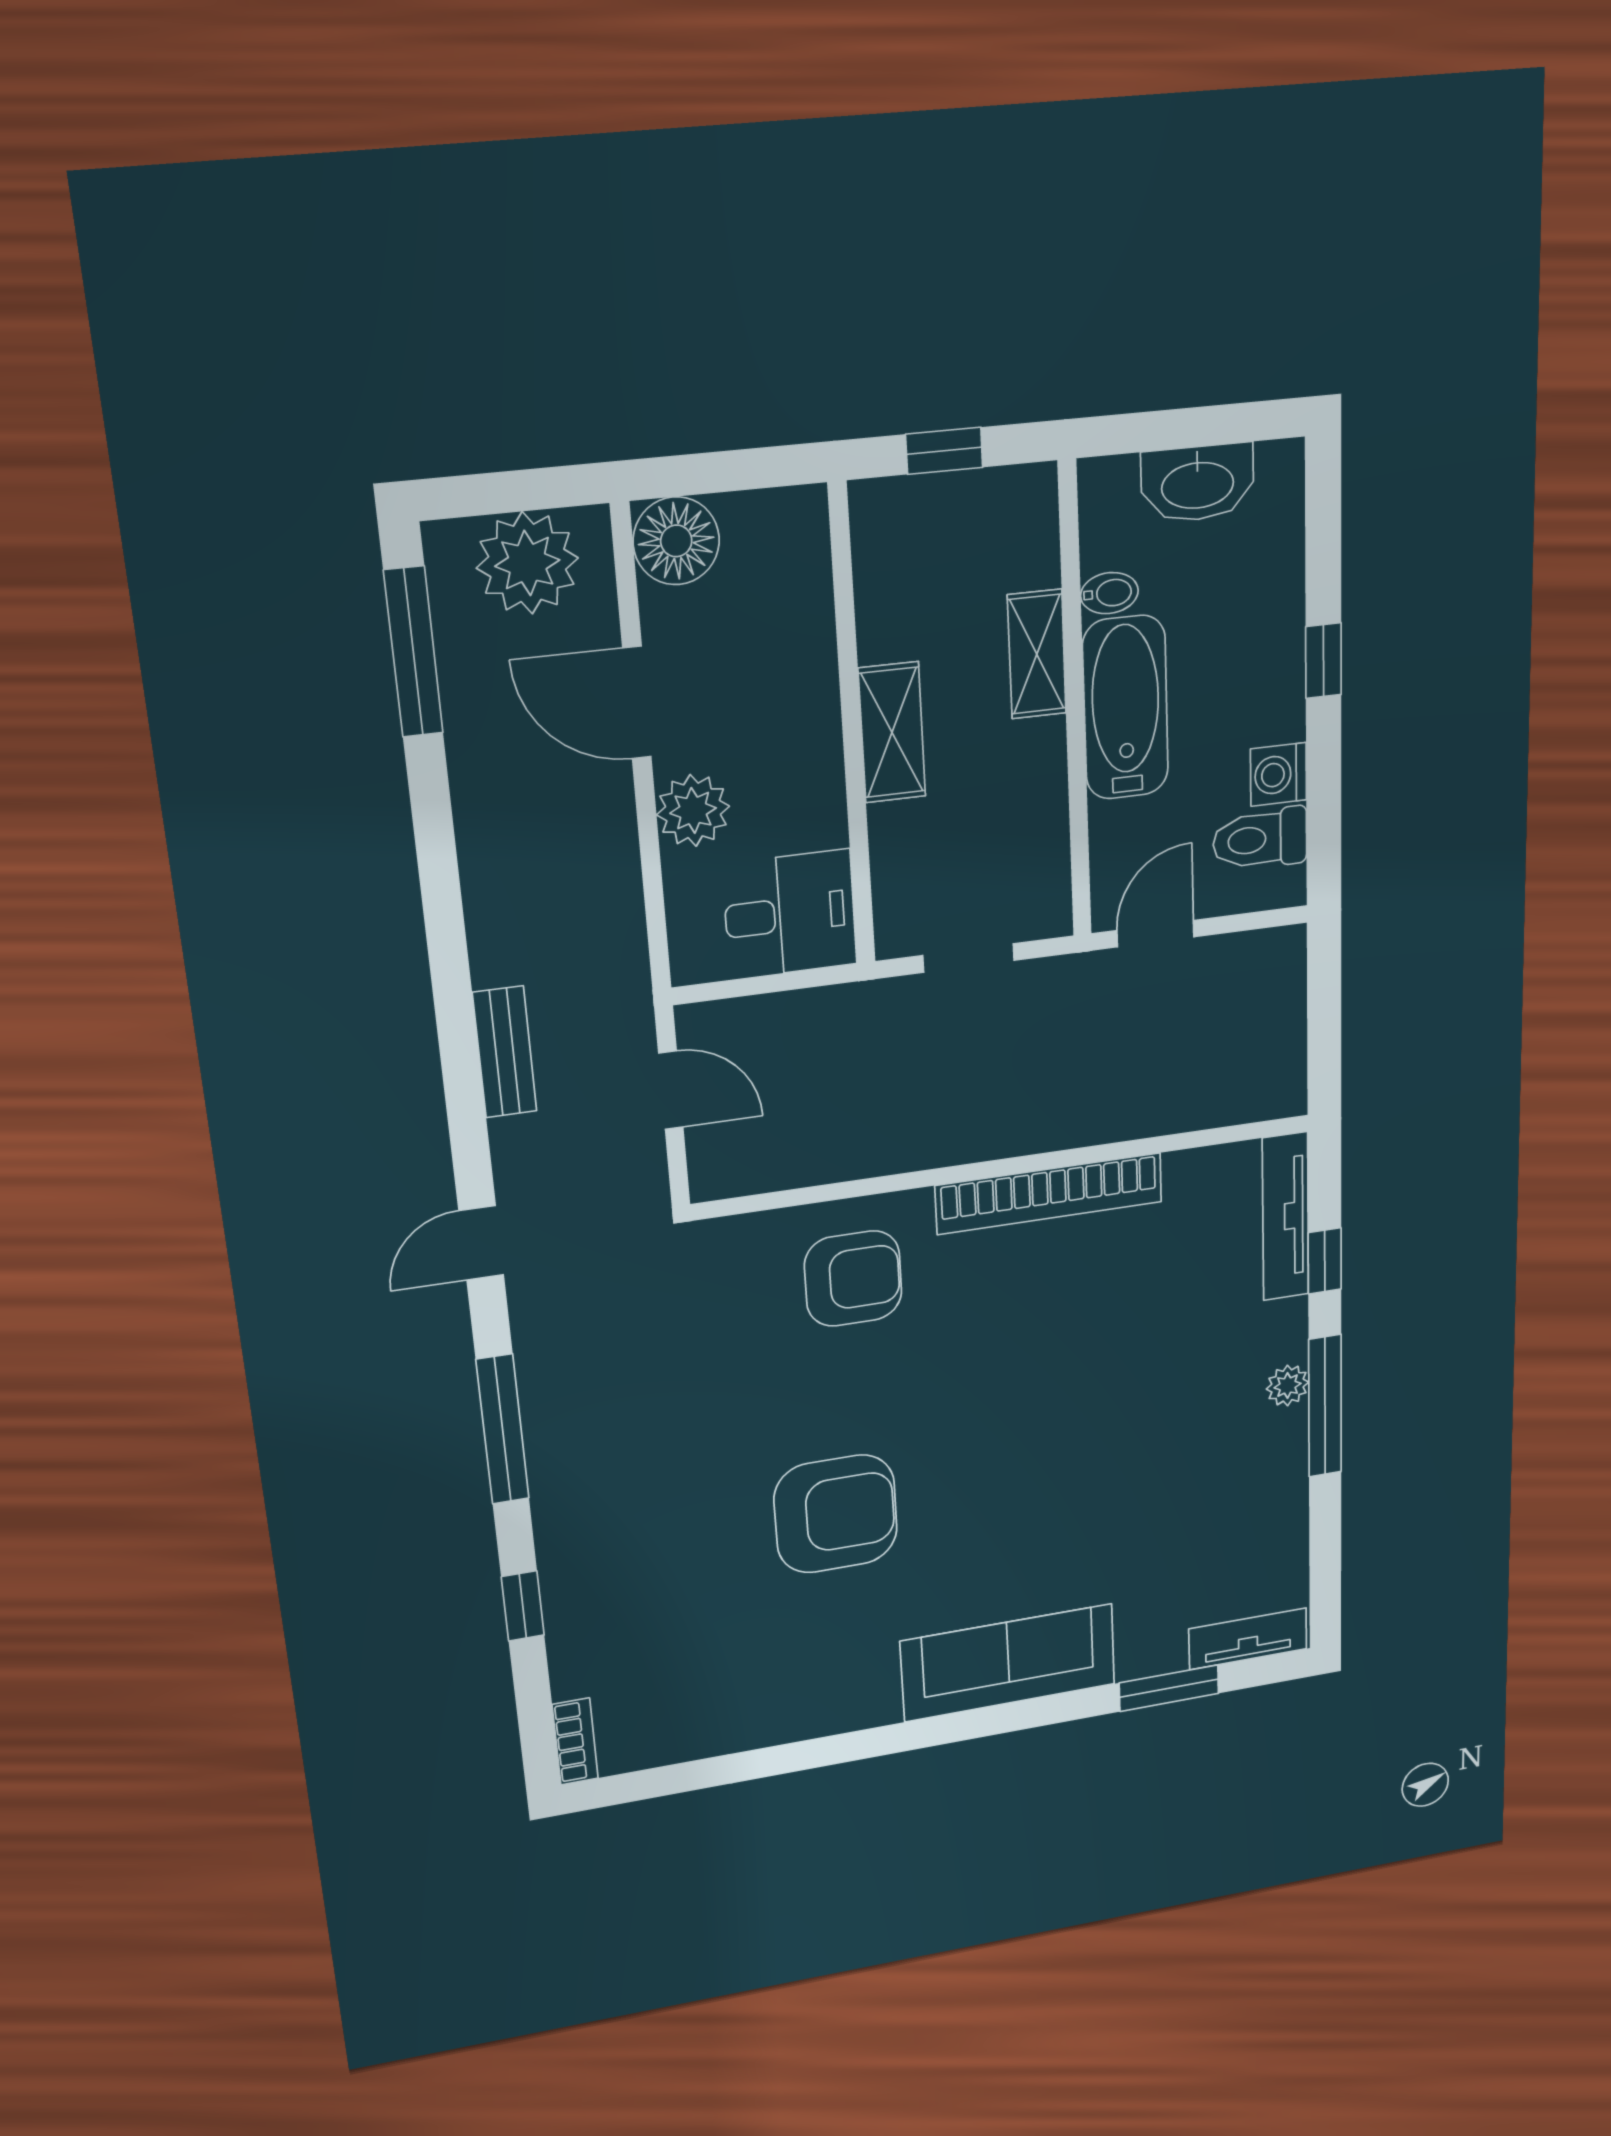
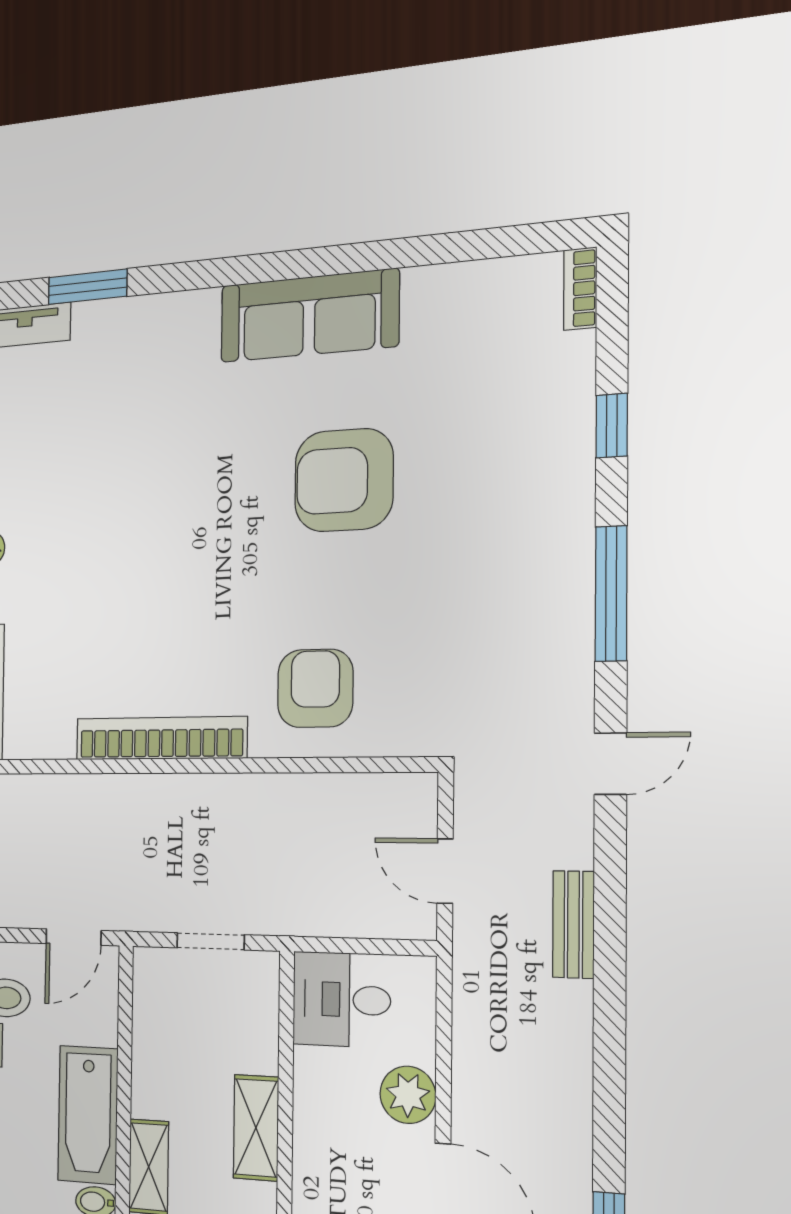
armchair: (853, 1279) -> (315, 688), turned 90
sofa: (1008, 1663) -> (309, 316), moved

